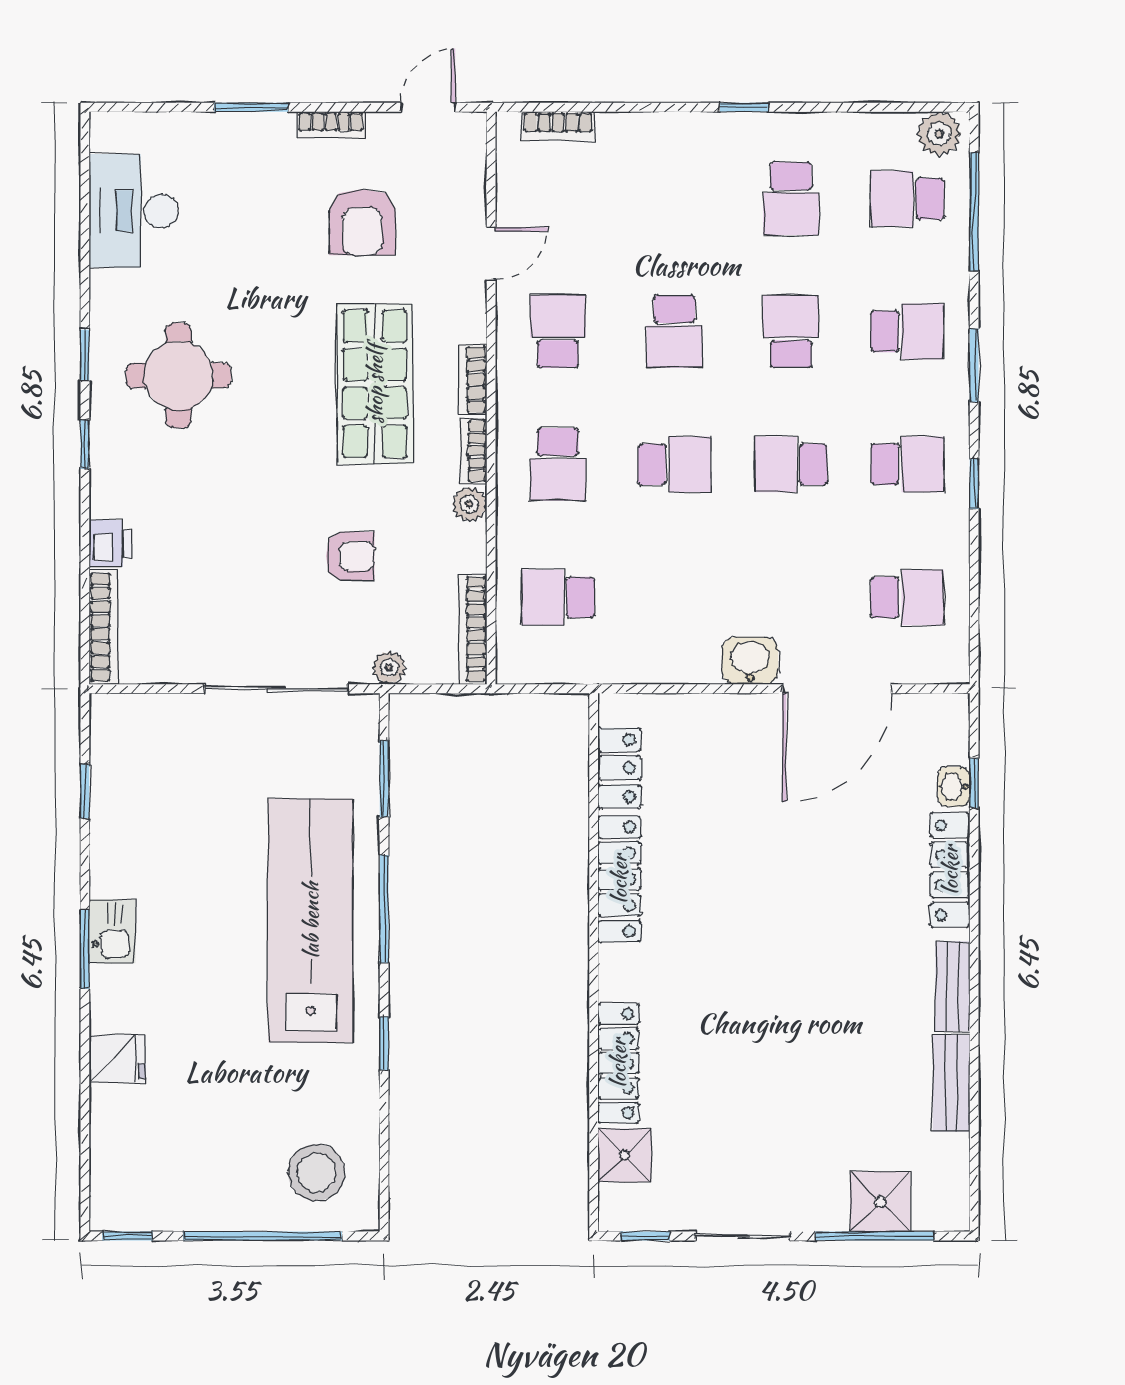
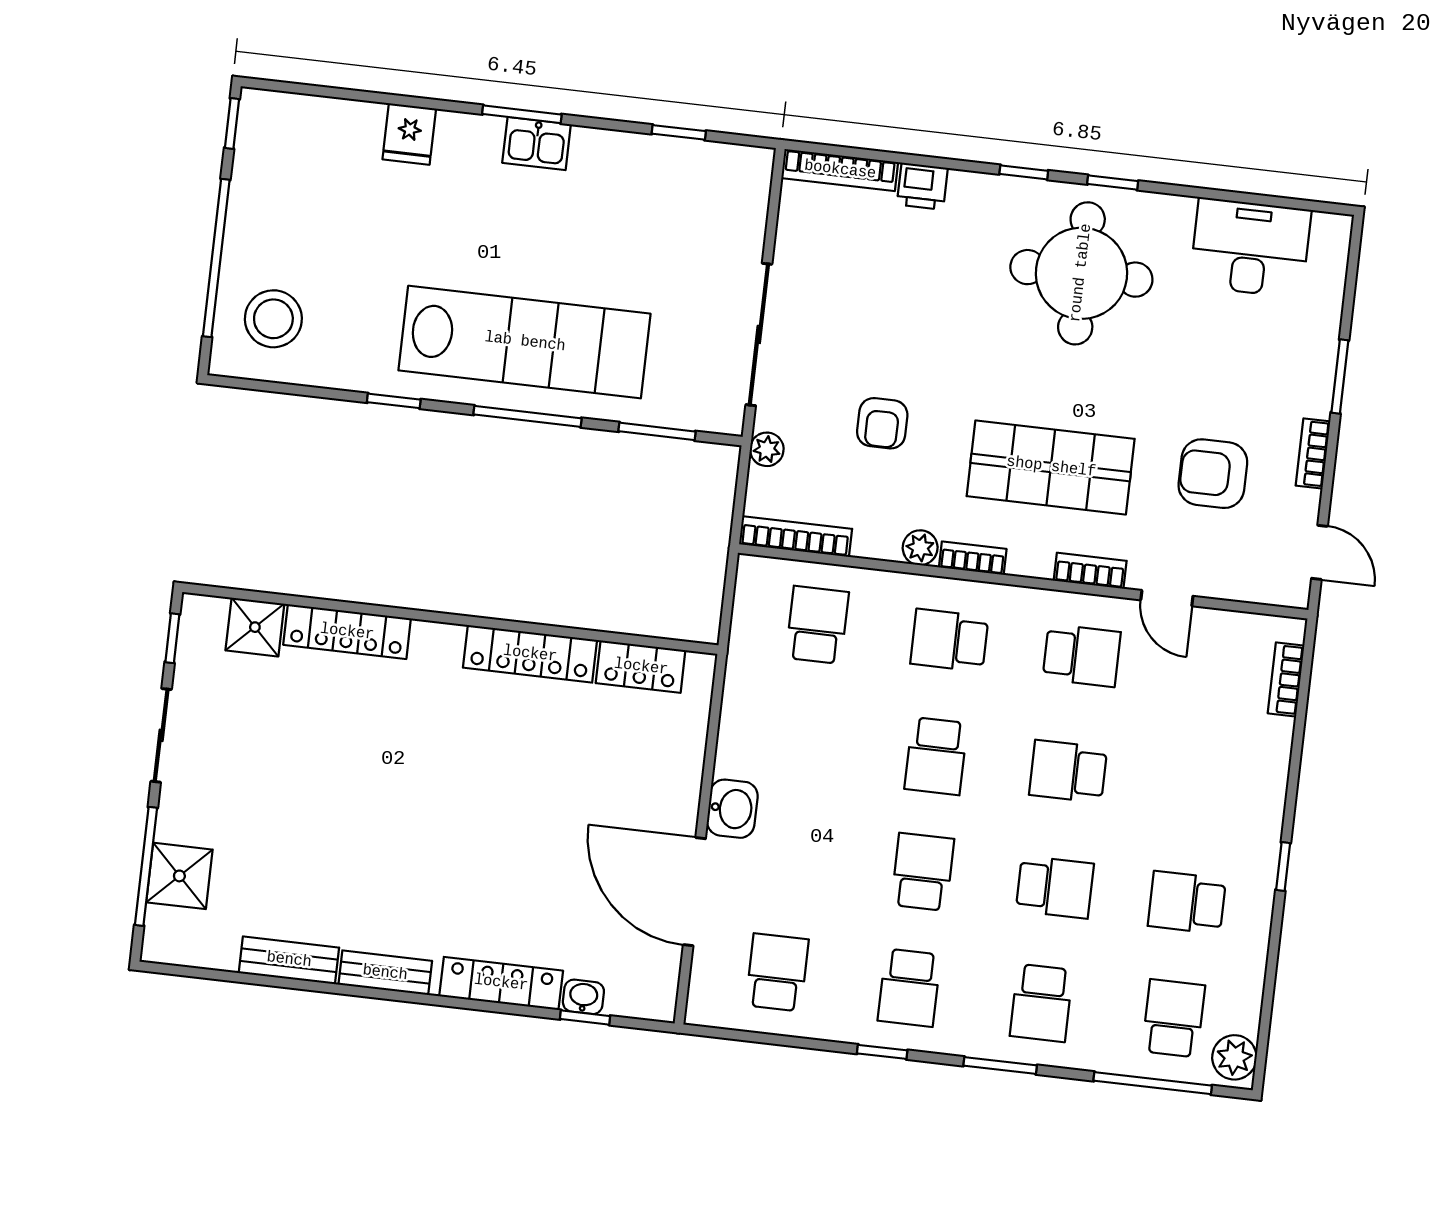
round table: (178, 376) -> (1081, 273), width x1.36, depth x1.36
bookcase: (473, 380) -> (1090, 571), moved
school desk: (907, 597) -> (777, 972), turned 180

